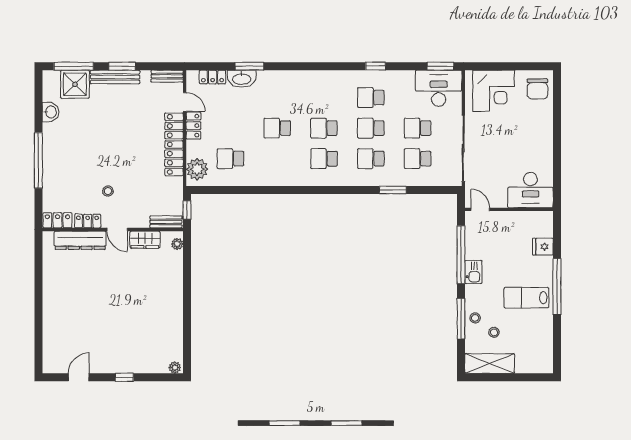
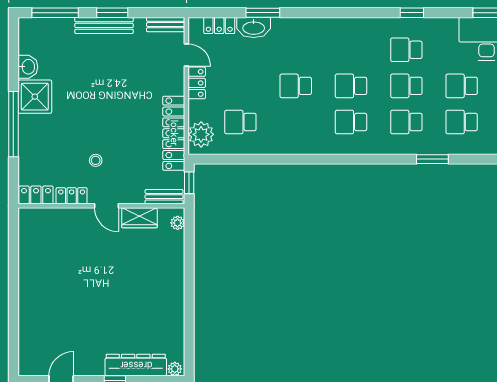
shower: (75, 84) -> (35, 97), moved
locker: (174, 144) -> (174, 133), moved
dresser: (80, 240) -> (136, 365), moved, turned 180

